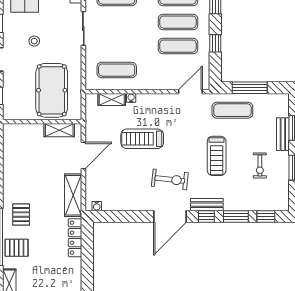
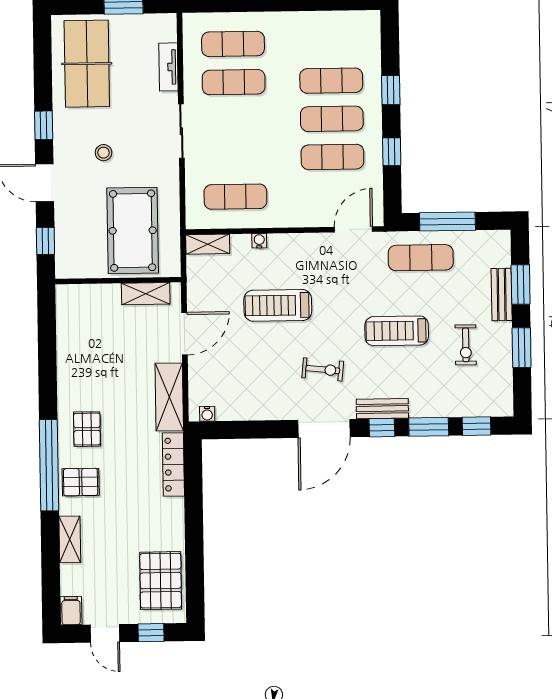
shelving: (112, 100) -> (208, 244), moved
treadmill: (217, 156) -> (397, 331), turned 90
exercise bike: (170, 179) -> (323, 369), width x0.73, depth x0.72

